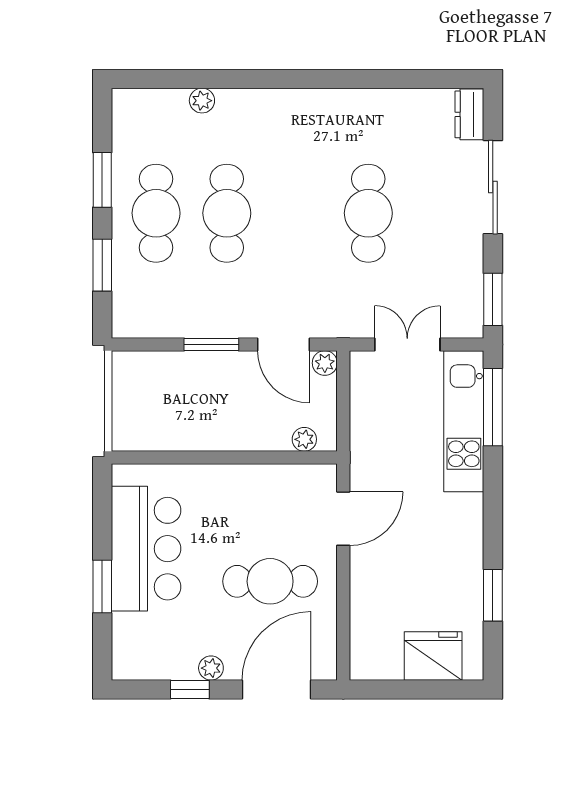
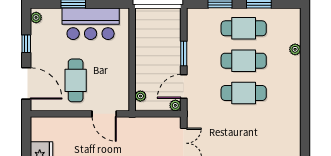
cafe table: (368, 213) -> (244, 93), moved
plant: (211, 668) -> (36, 17), moved

